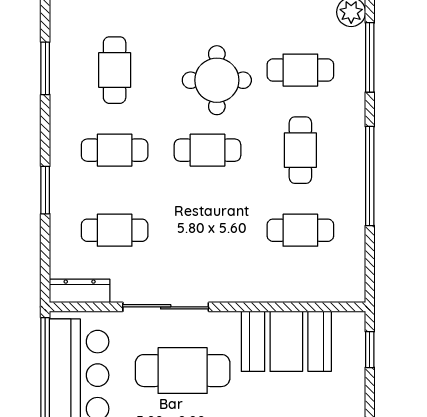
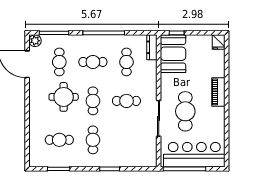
cafe table: (115, 230) -> (126, 101), moved, turned 90
dresser: (80, 291) -> (152, 47), moved
booth: (286, 341) -> (173, 54), moved

